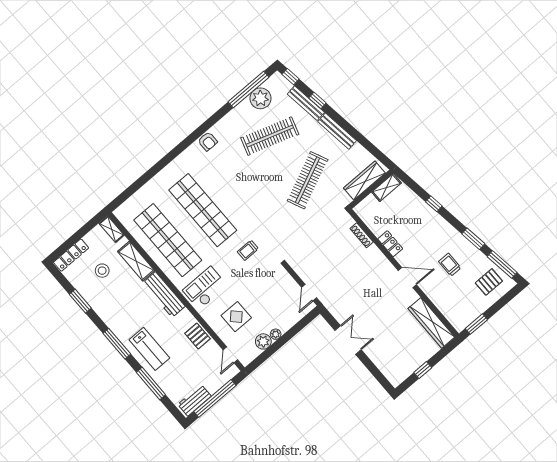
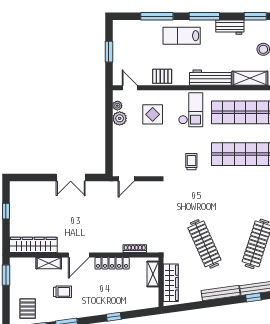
shelving: (386, 188) -> (153, 274), moved
locker: (390, 244) -> (112, 263), width x1.53
door: (309, 293) -> (126, 179), swing flipped
shelving: (436, 297) -> (49, 263), added
plant: (276, 334) -> (117, 106), moved
window: (215, 398) -> (109, 52), width x0.47
workbench: (194, 400) -> (230, 27), moved, turned 90

